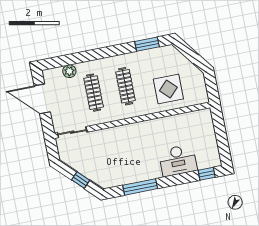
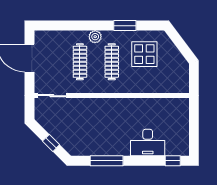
window: (147, 44) -> (125, 26), moved
plant: (69, 71) -> (95, 37), moved
display table: (168, 89) -> (144, 54), moved

